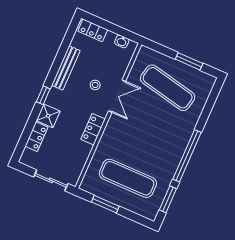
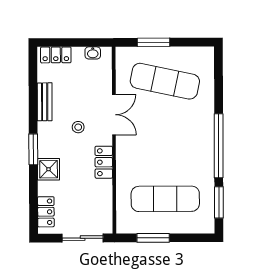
window: (189, 61) -> (154, 42), moved
bench: (66, 68) -> (45, 102), width x0.73
stool: (95, 85) -> (78, 127), moved
window: (43, 95) -> (33, 149), width x1.50
locker: (36, 137) -> (46, 212), moved

